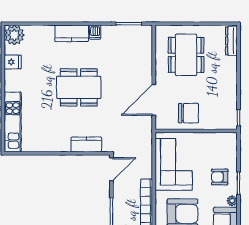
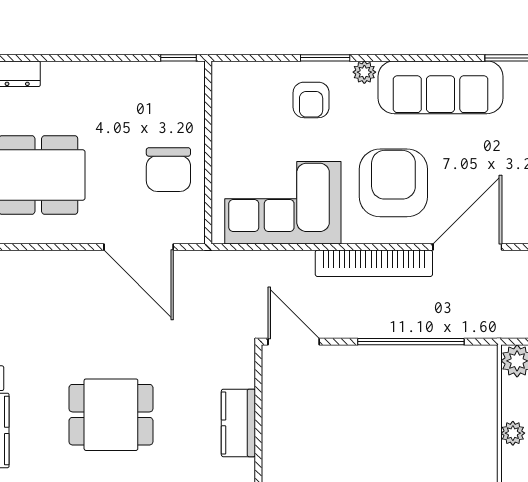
dining table: (79, 87) -> (111, 415), width x0.73
chair: (188, 113) -> (168, 170), turned 180
kitchen counter: (86, 144) -> (238, 423), moved

